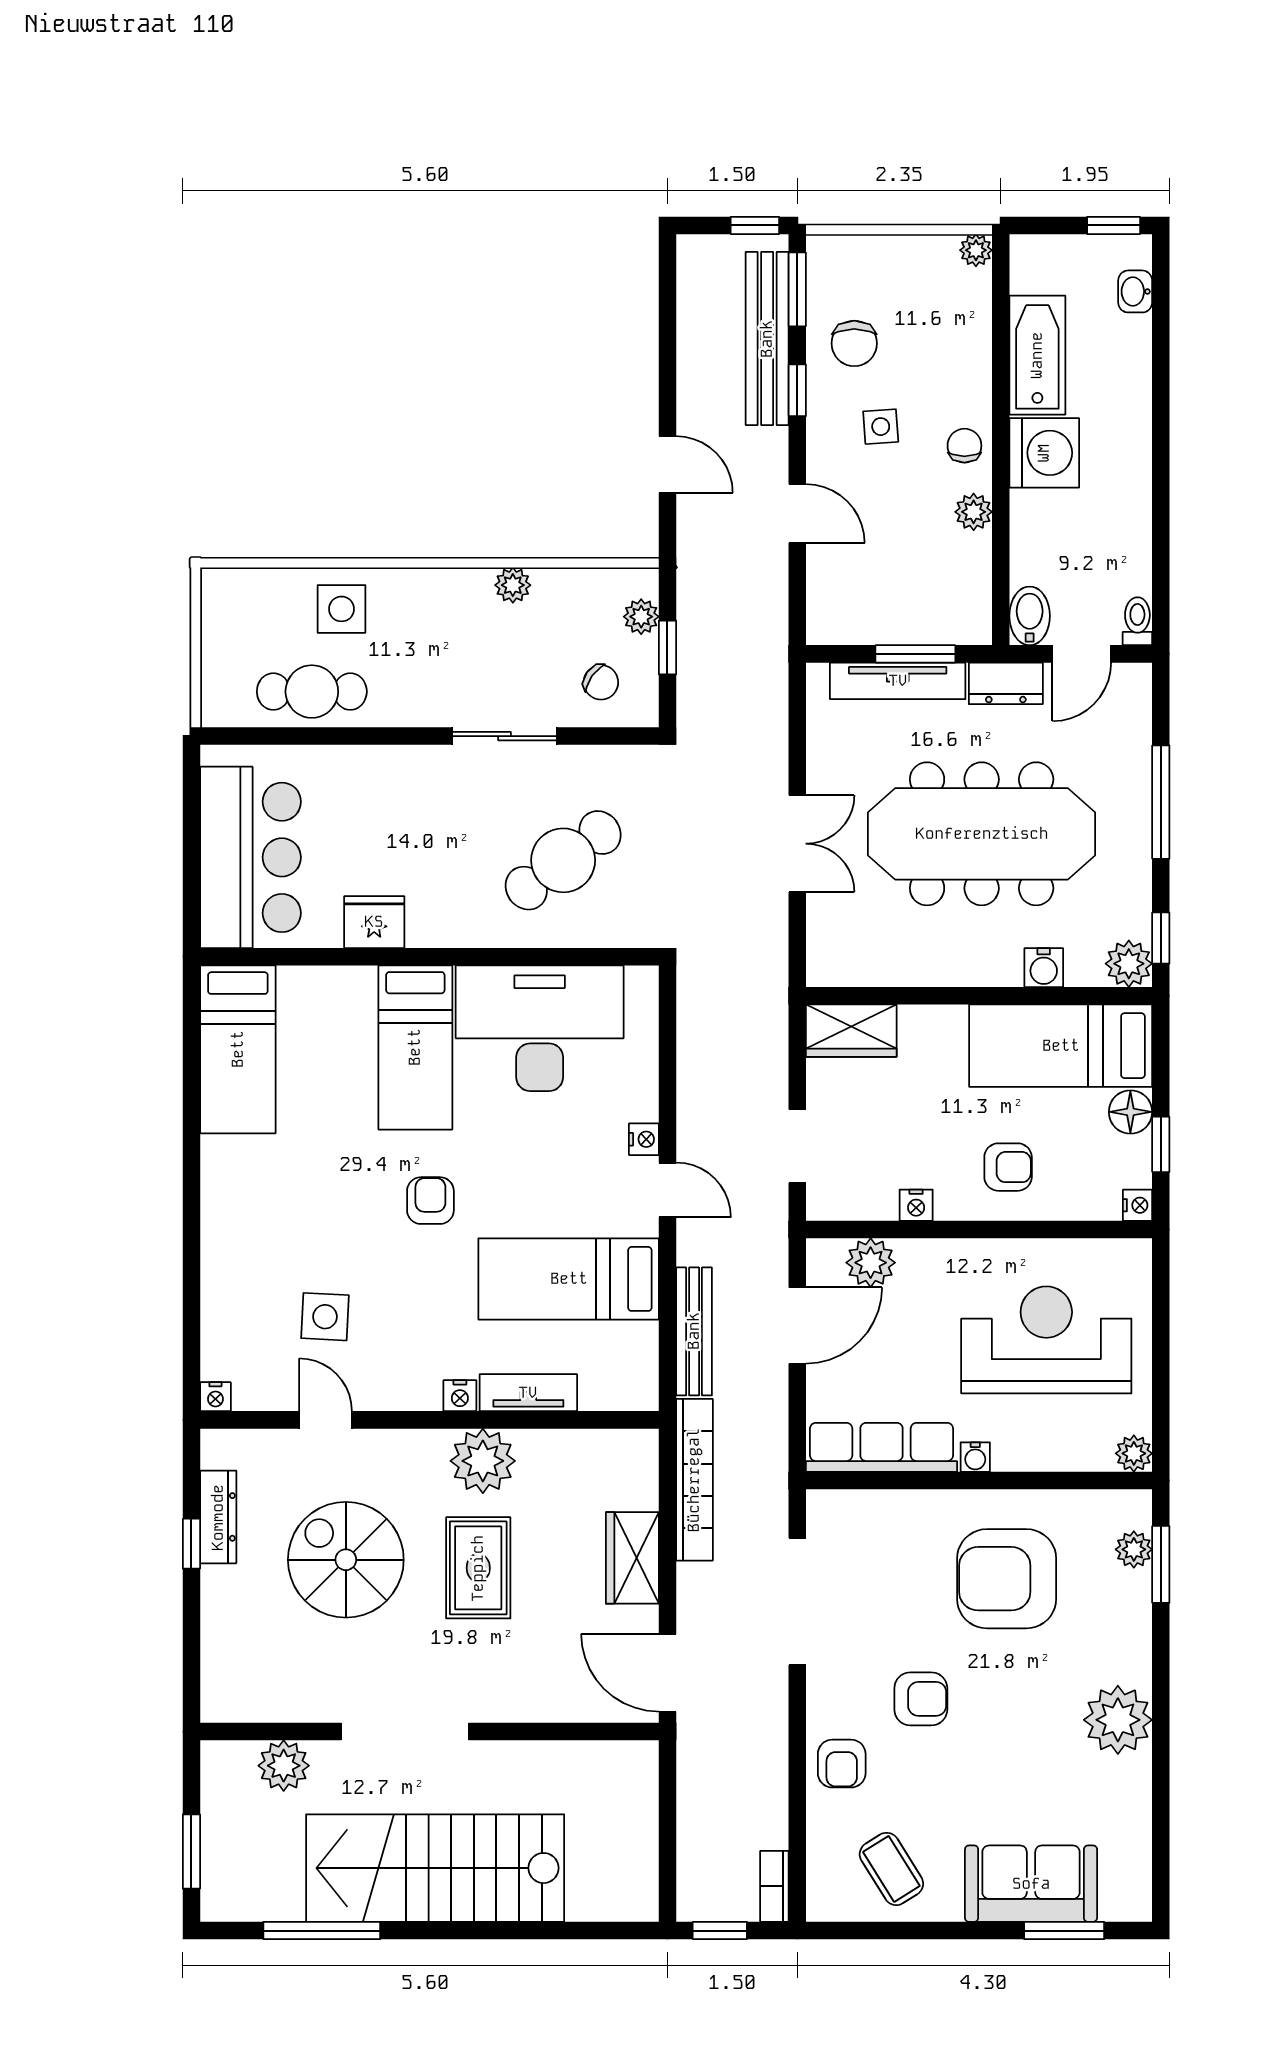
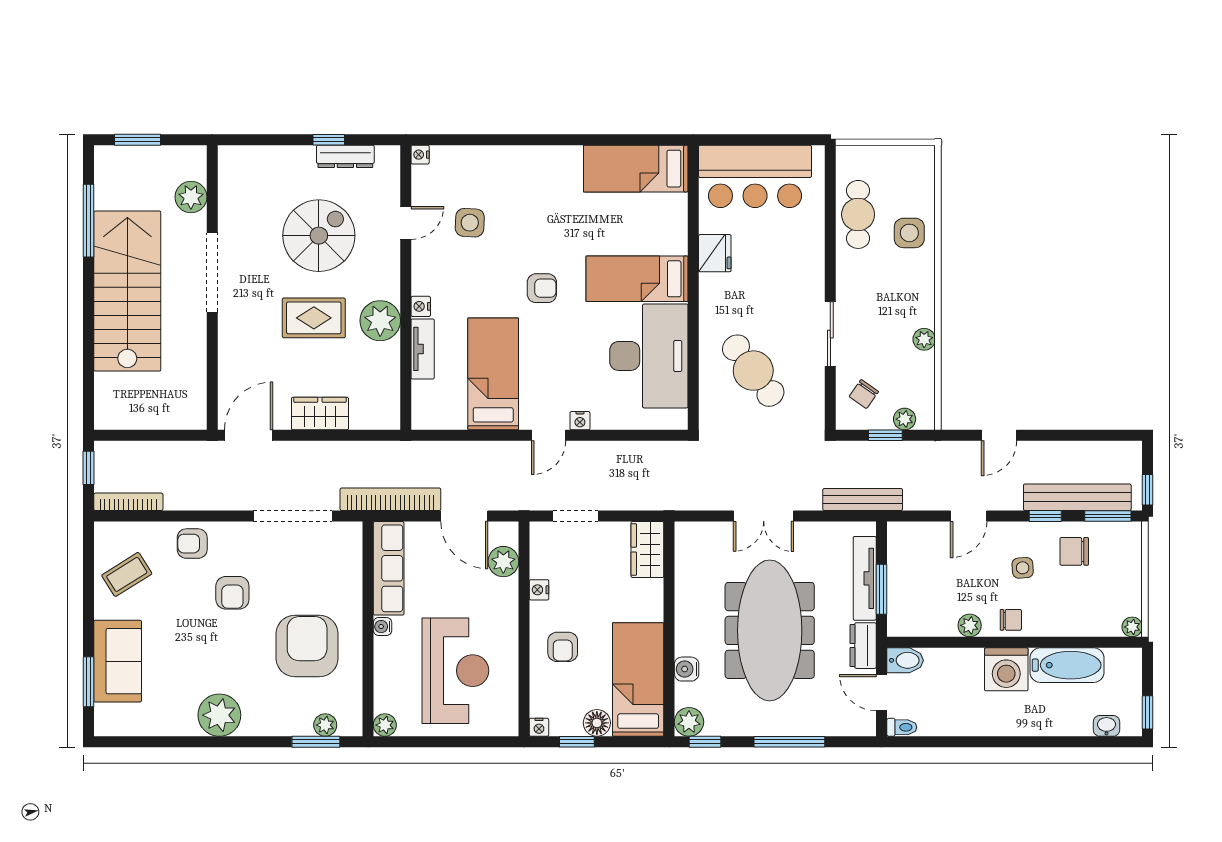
bench: (694, 1331) -> (863, 499), moved
bookcase: (694, 1480) -> (390, 499), moved, turned 180
bookcase: (774, 1886) -> (128, 502), width x1.56

